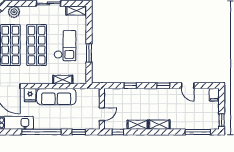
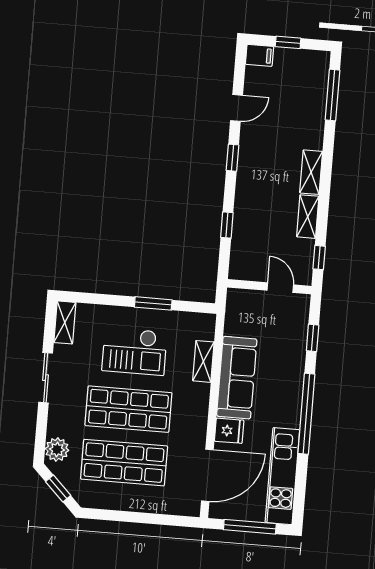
checkout: (65, 46) -> (134, 351), turned 180
window: (222, 120) -> (288, 42), moved

